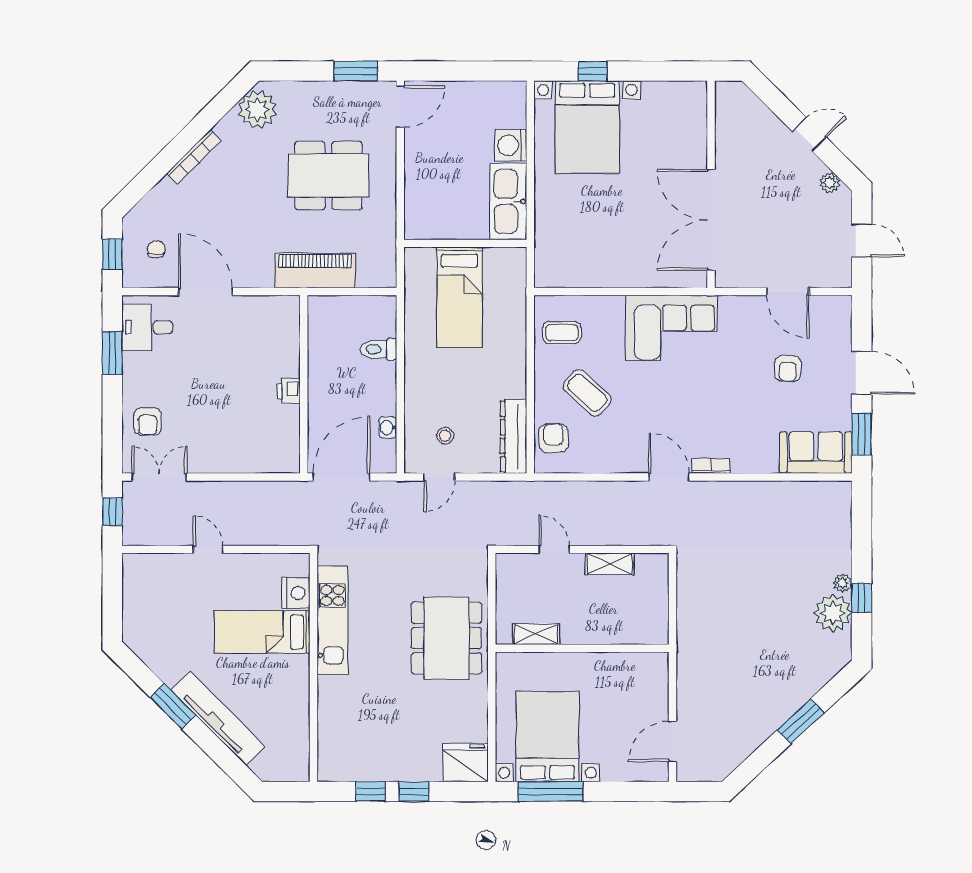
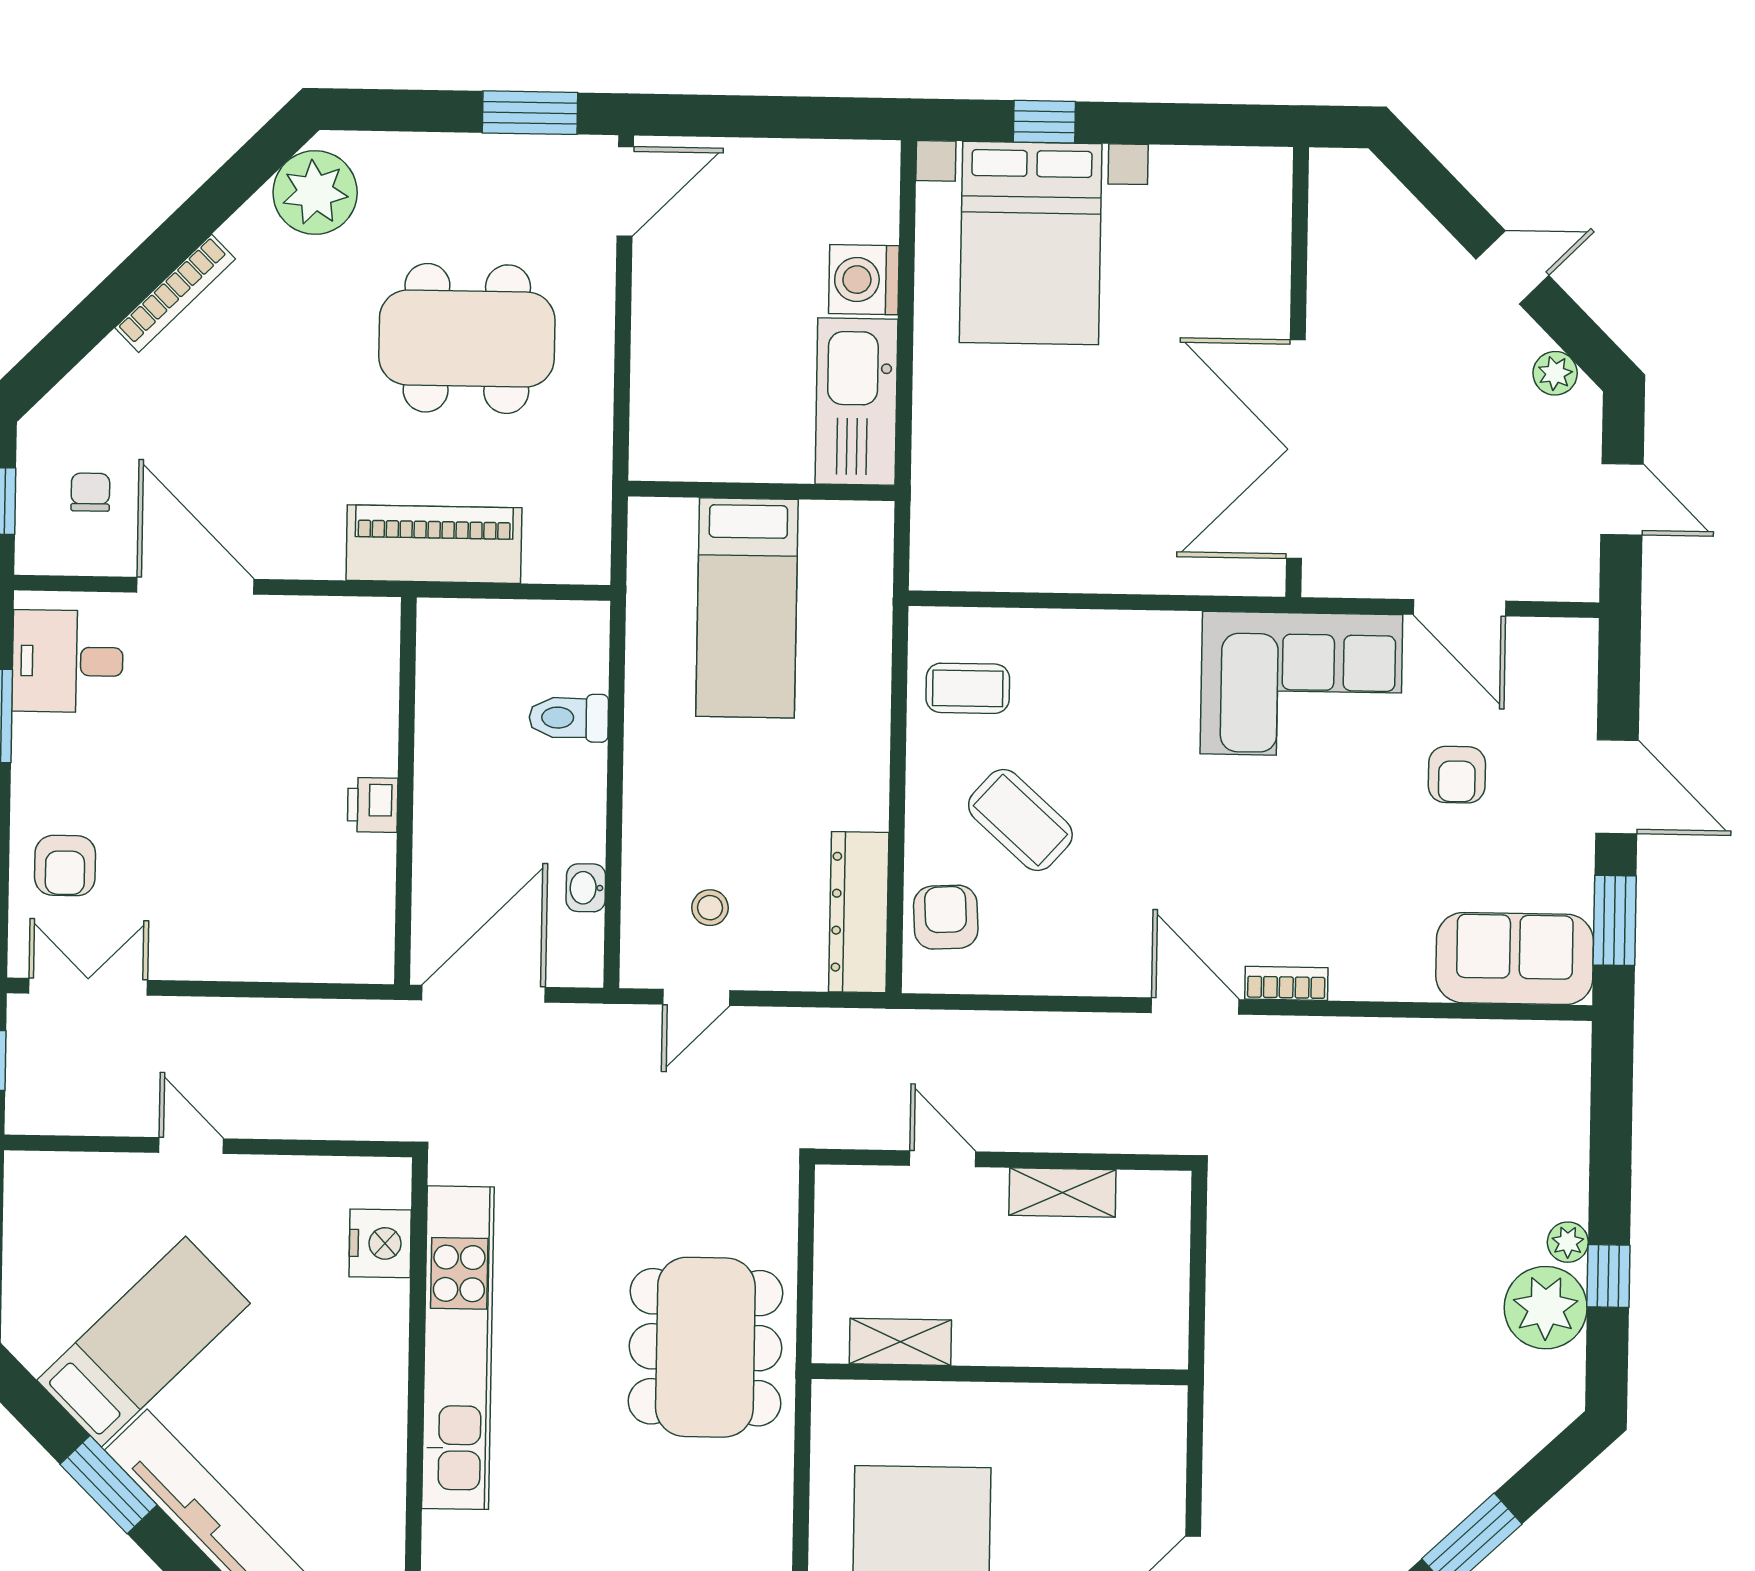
corner sofa: (672, 328) -> (1301, 684), moved
kitchen unit: (332, 620) -> (458, 1348), width x1.36
bed: (262, 632) -> (144, 1342), moved, turned 135

